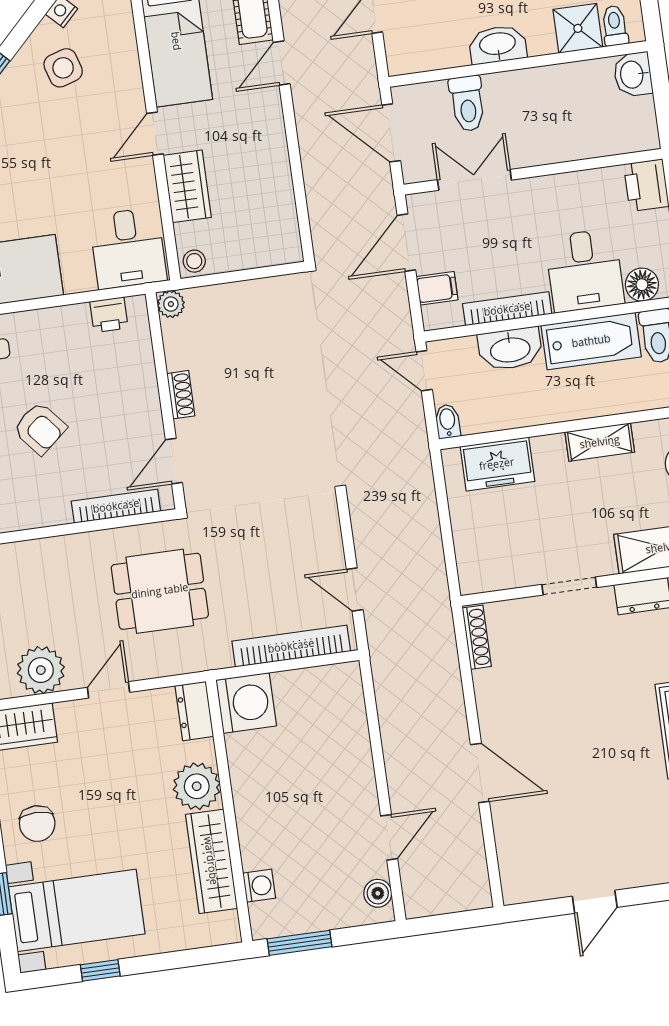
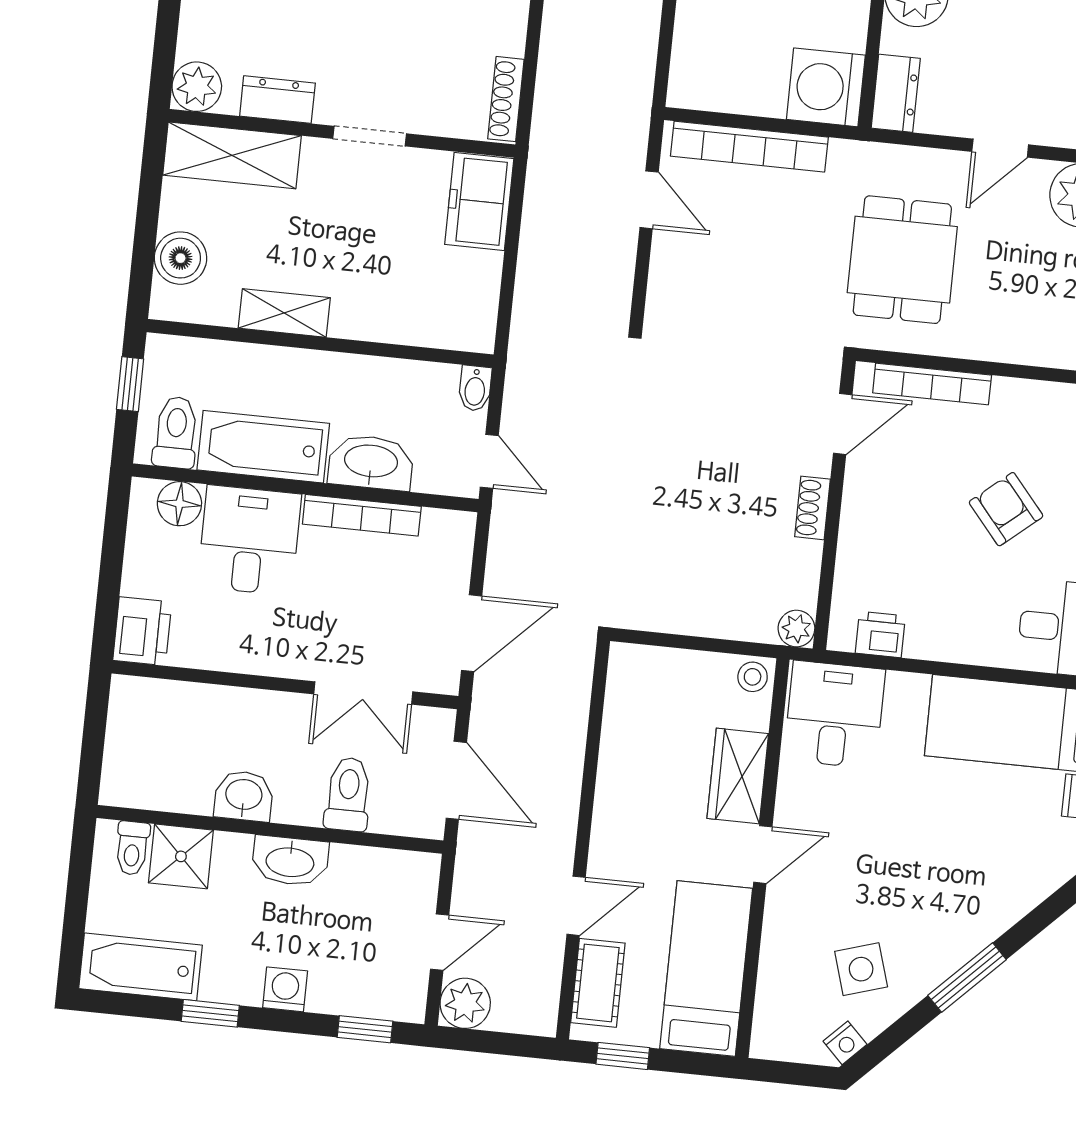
washbasin: (633, 74) -> (244, 796), moved, turned -90
filing cabinet: (437, 288) -> (446, 564), removed
freezer: (497, 464) -> (479, 201), moved, turned -90
dining table: (160, 591) -> (902, 260), turned 90

